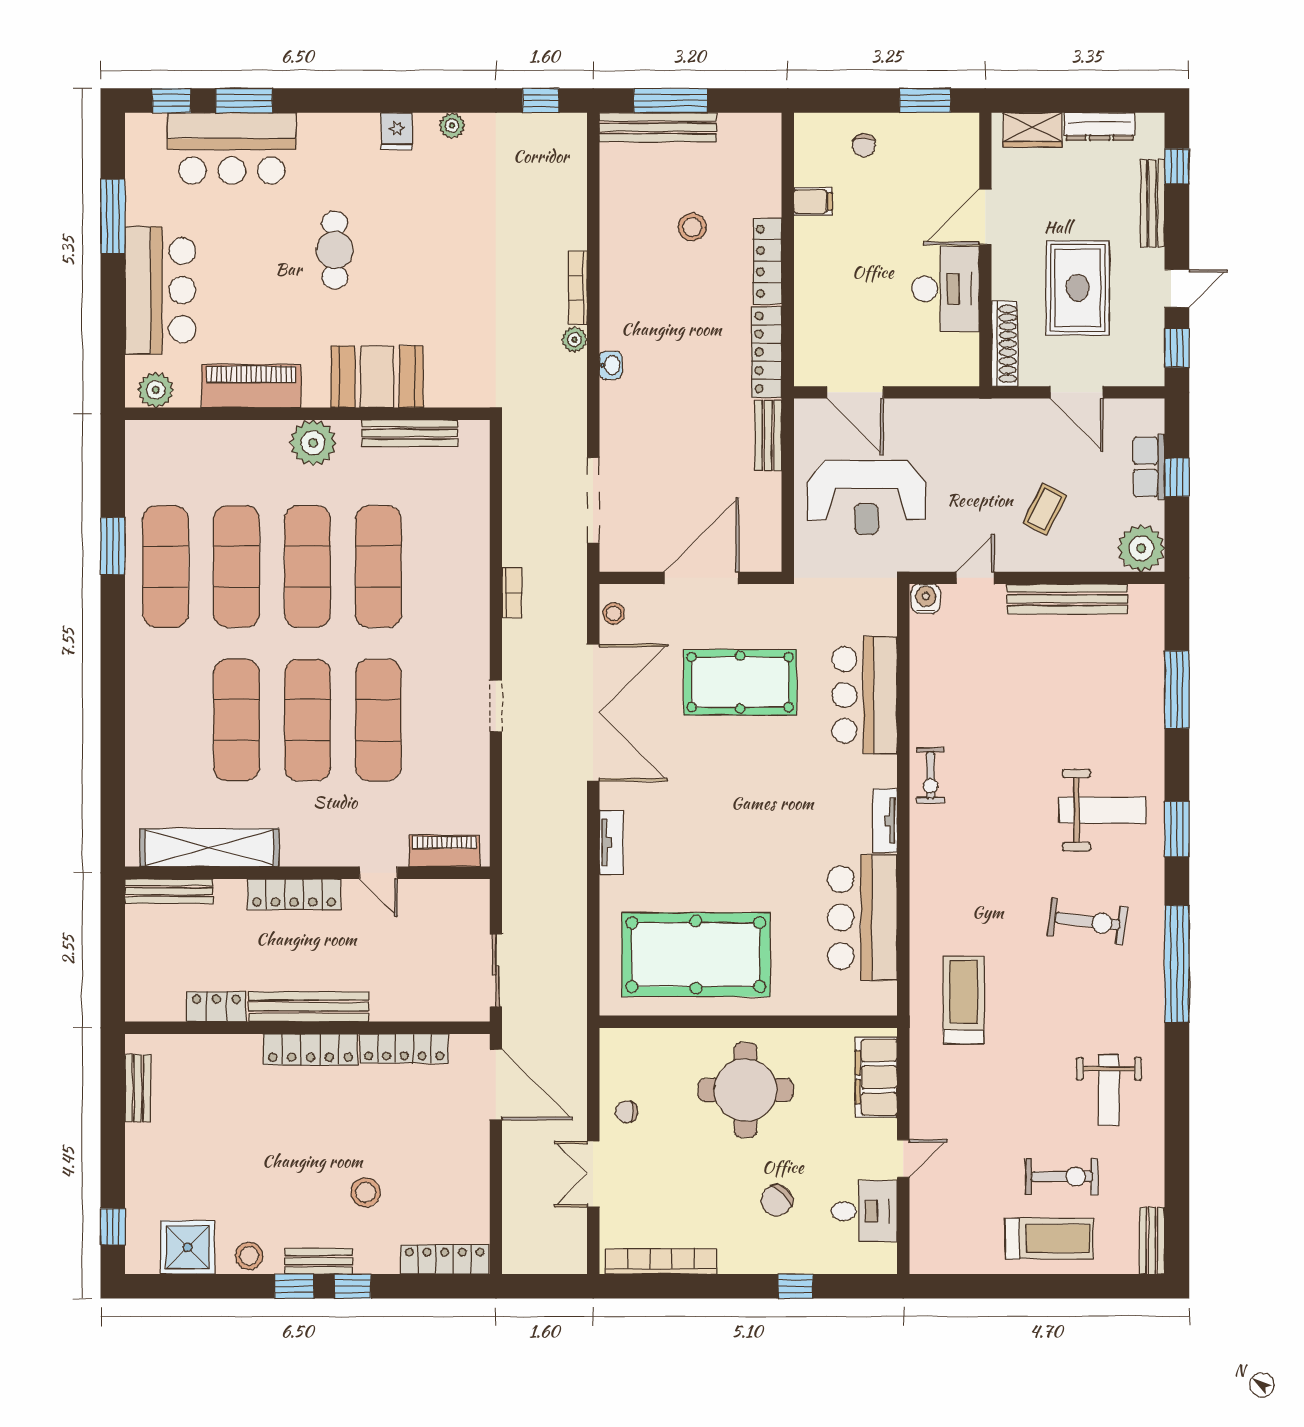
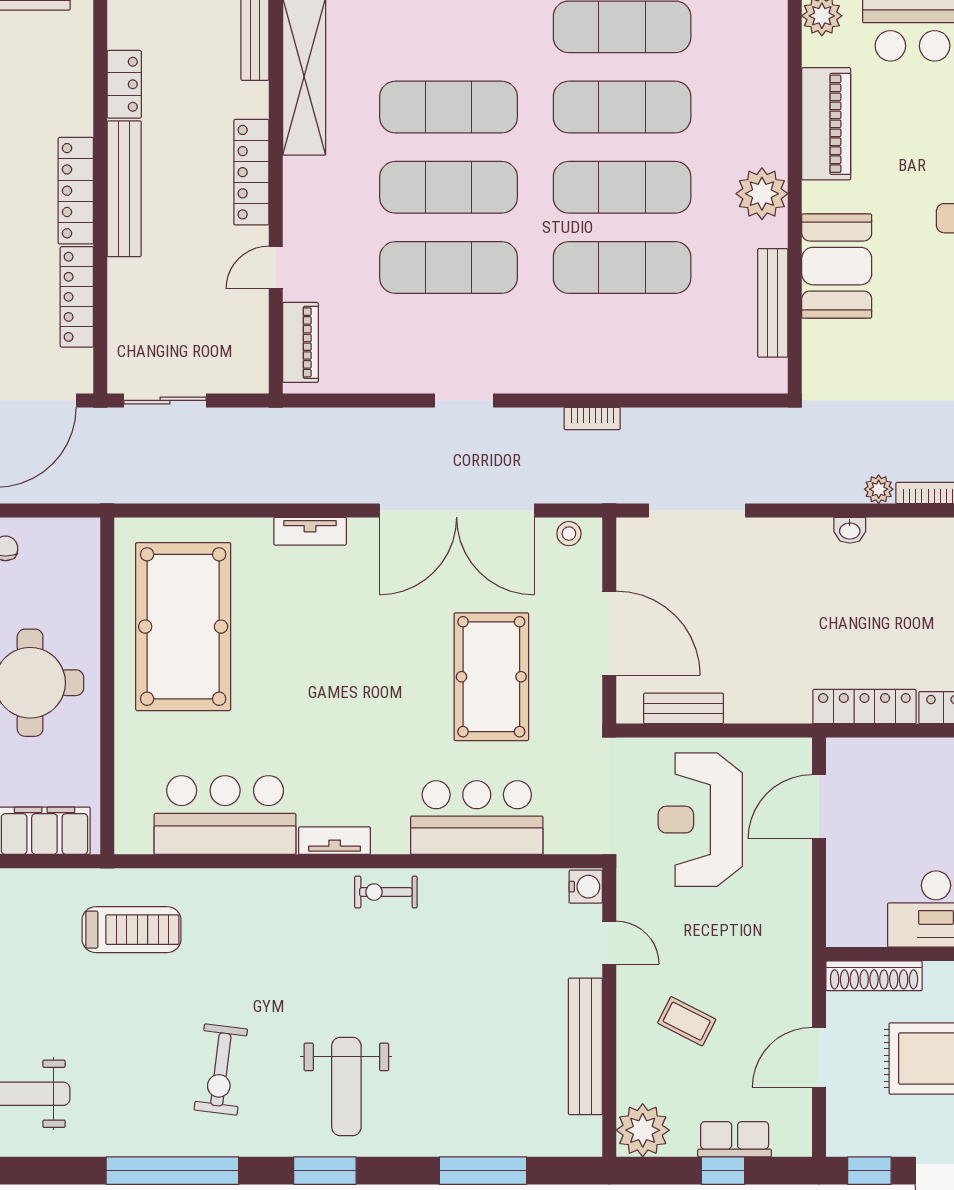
bench: (768, 436) -> (684, 708), moved

